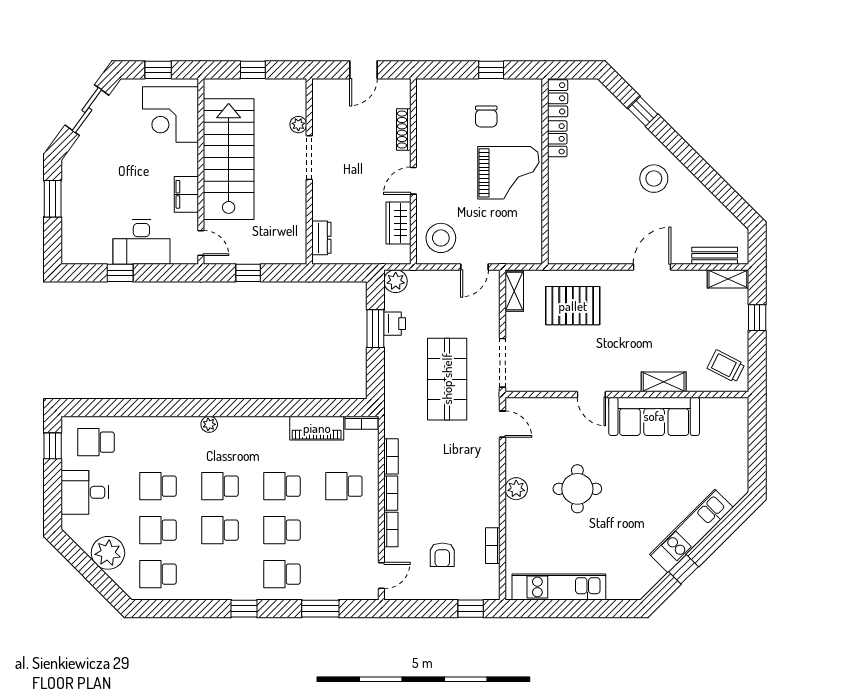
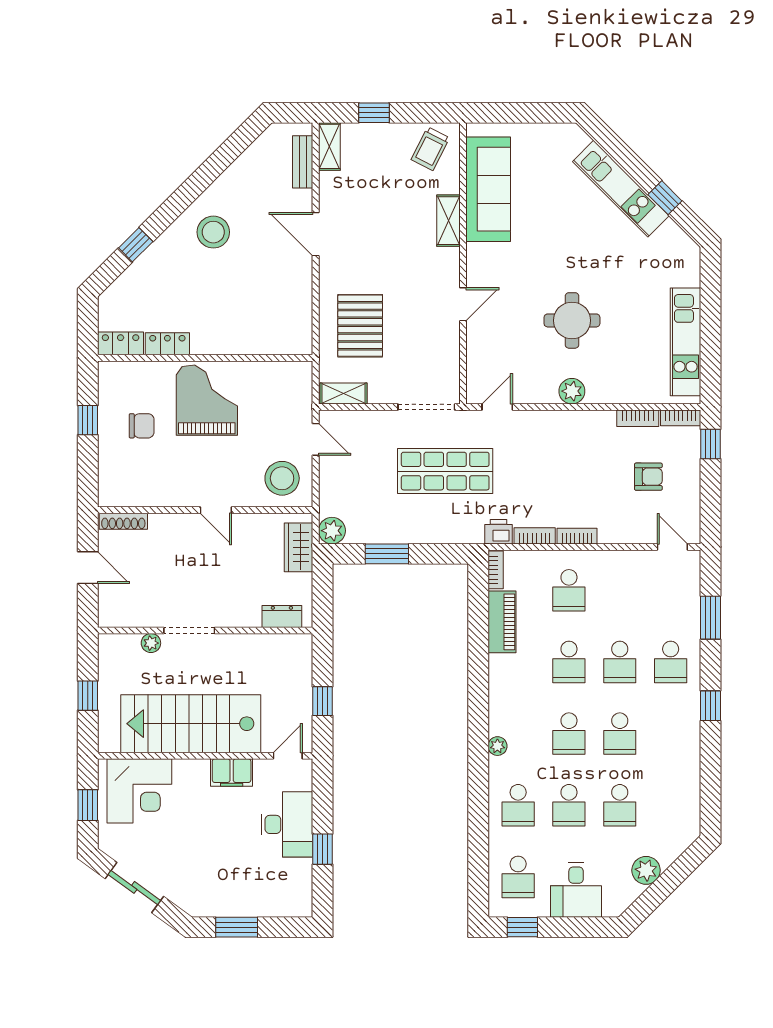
shoe rack: (404, 130) -> (123, 521), moved
wardrobe: (399, 223) -> (298, 547), moved, turned 90
printer: (395, 324) -> (499, 532), moved
sofa: (654, 416) -> (488, 189), moved
bookcase: (391, 529) -> (681, 418), moved, turned 180
plant: (108, 553) -> (646, 870), width x0.73, depth x0.73
school desk: (158, 574) -> (518, 805), moved

